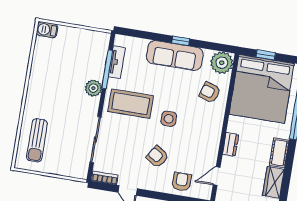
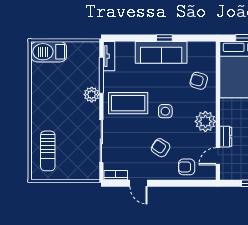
barbecue: (47, 30) -> (49, 52), width x1.88, depth x1.53
tv unit: (117, 62) -> (109, 56), moved
plant: (222, 63) -> (205, 121), moved
dresser: (231, 144) -> (226, 137), moved
armchair: (182, 182) -> (187, 167), turned -90

